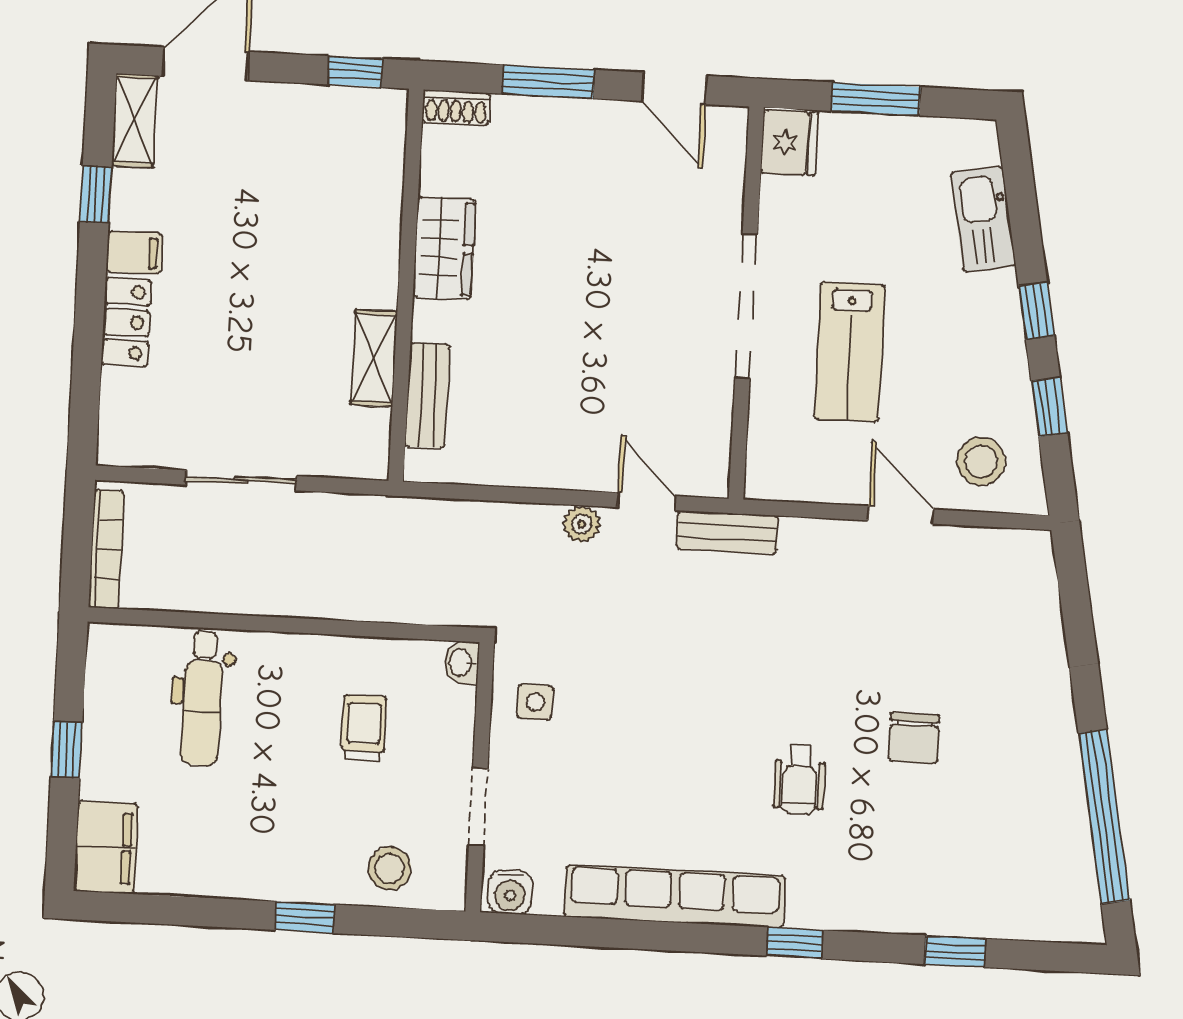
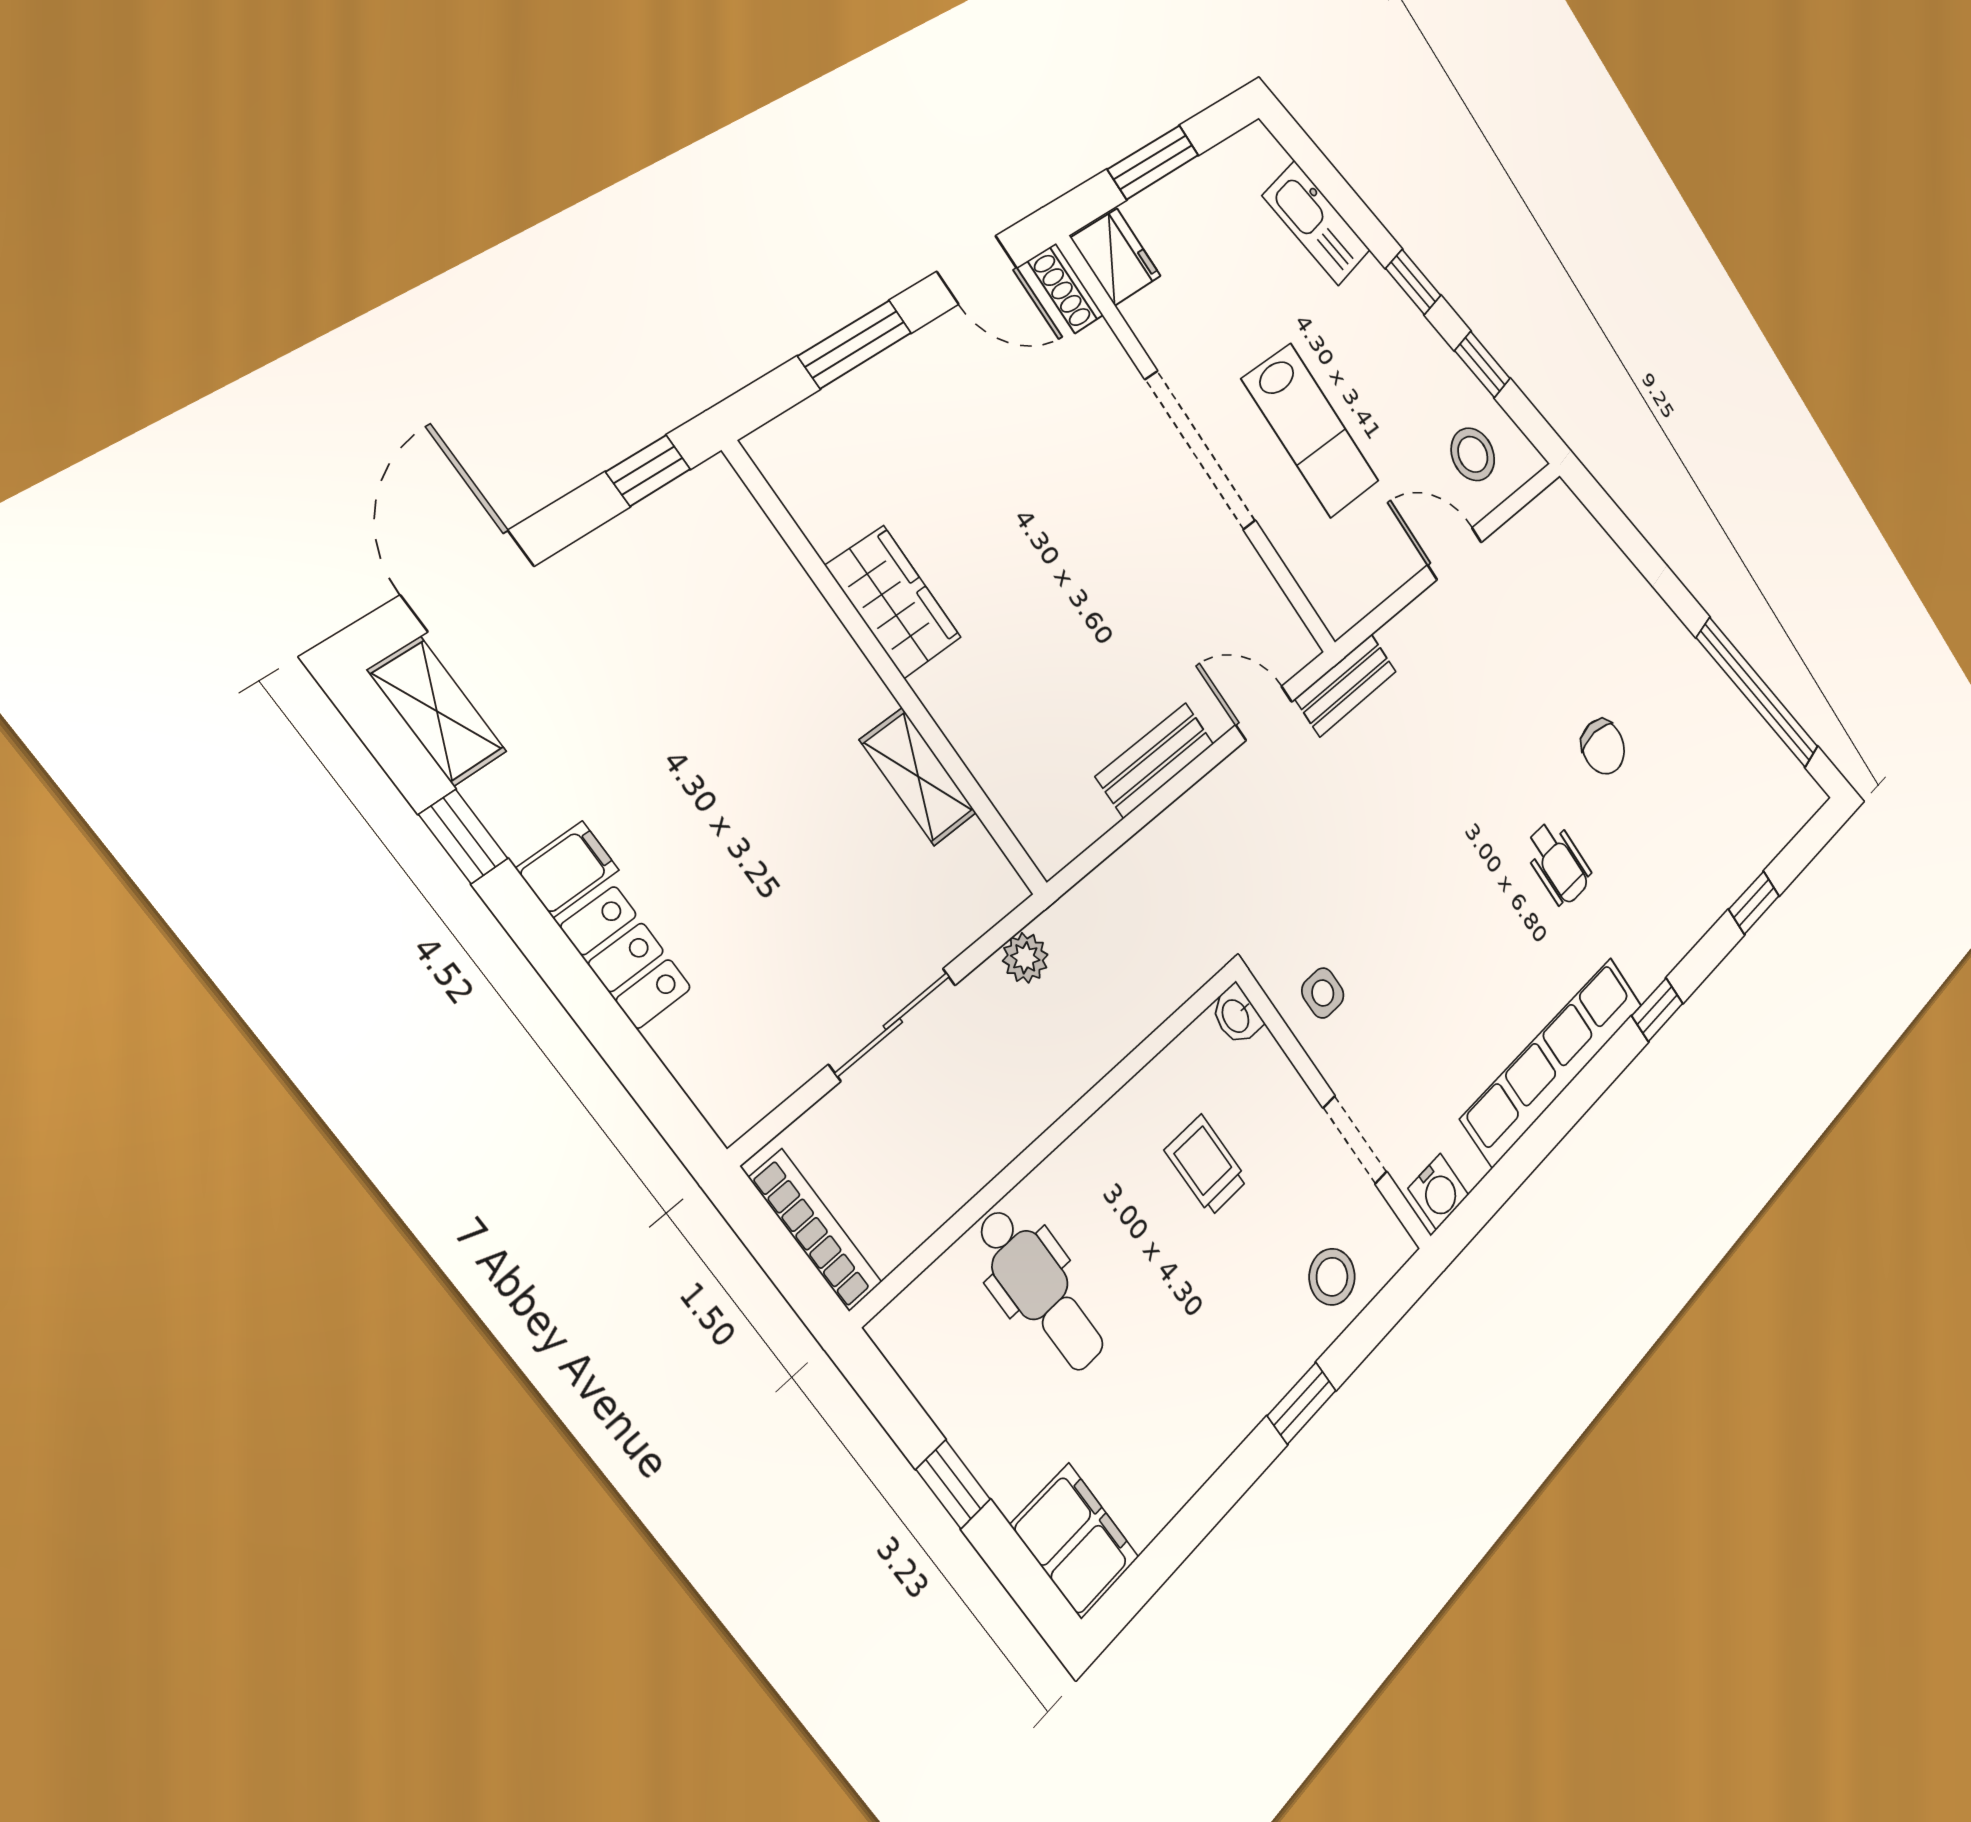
shoe rack: (456, 107) -> (1065, 288), moved, turned 90
bench: (427, 395) -> (1155, 760), moved, turned 90
plant: (582, 524) -> (1025, 958), moved

